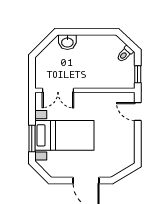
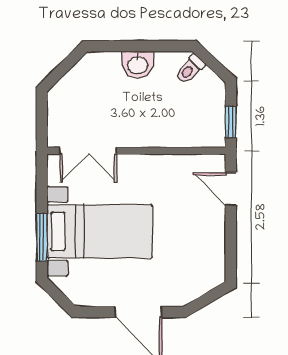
washbasin: (67, 42) -> (138, 65), moved
toilet: (125, 54) -> (190, 69), moved

